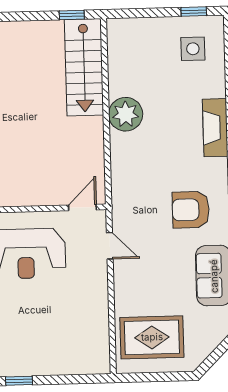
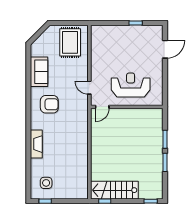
stairs: (84, 67) -> (114, 190), moved, turned -90
plant: (126, 114) -> (80, 152), removed
rug: (152, 337) -> (70, 42), turned 90

